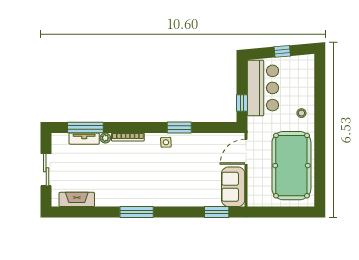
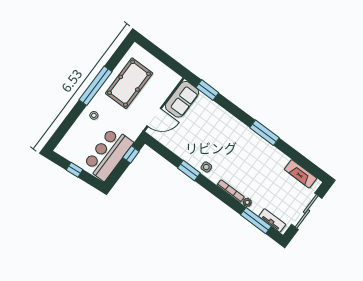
tv unit: (84, 139) -> (272, 220), moved
window: (320, 141) -> (96, 86), added
pool table: (291, 166) -> (129, 83), width x0.73, depth x0.76
sliding door: (46, 170) -> (307, 211), width x1.37

